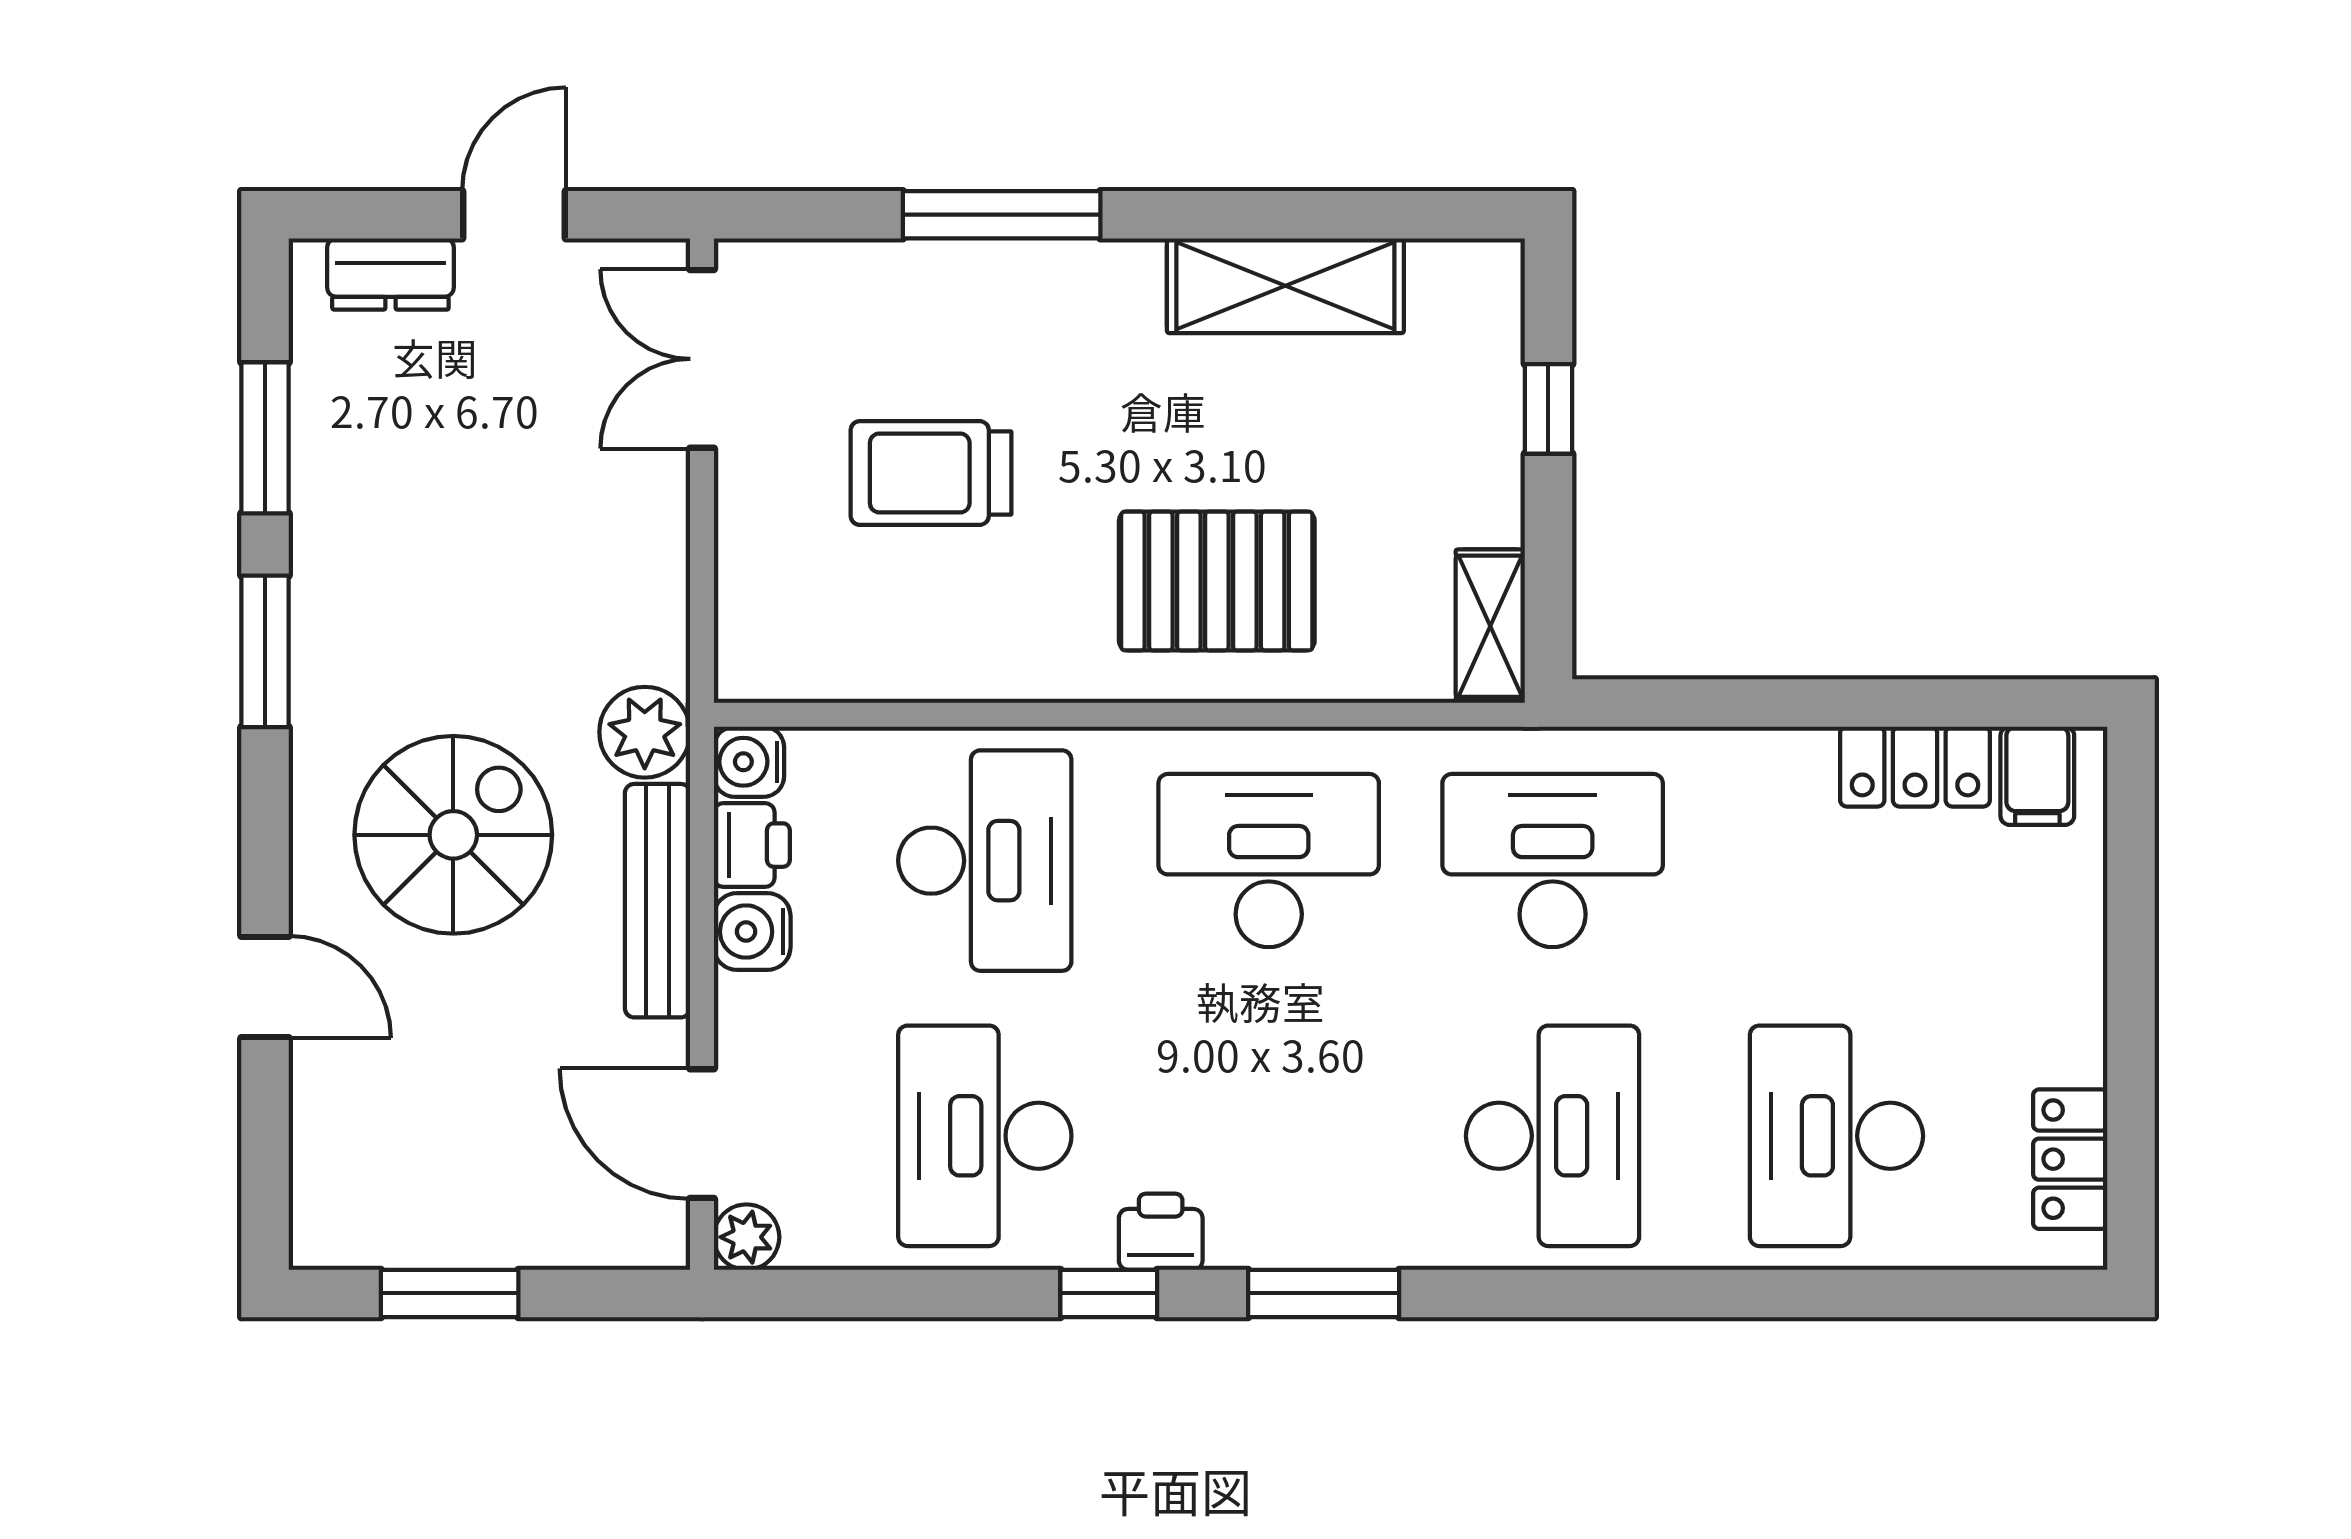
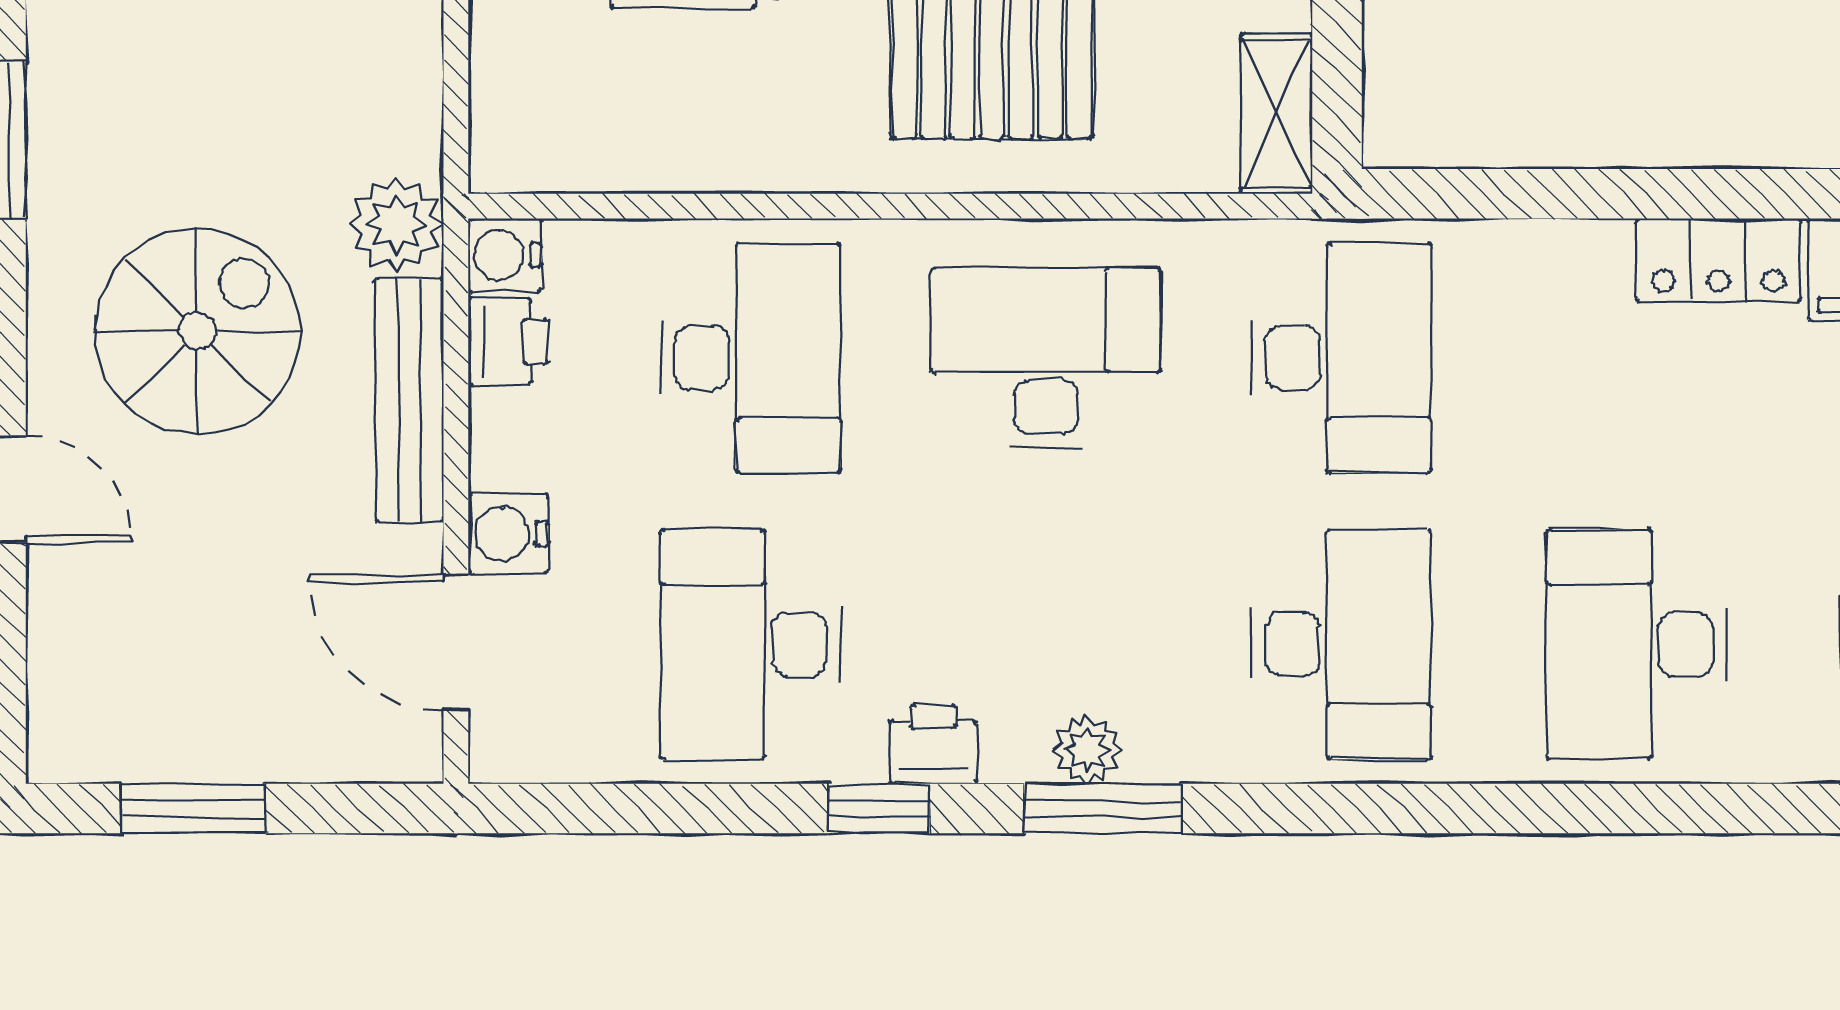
desk: (1553, 861) -> (1341, 358), turned 90
water cooler: (752, 932) -> (508, 534), moved
plant: (747, 1237) -> (1087, 750), moved

